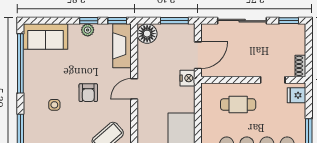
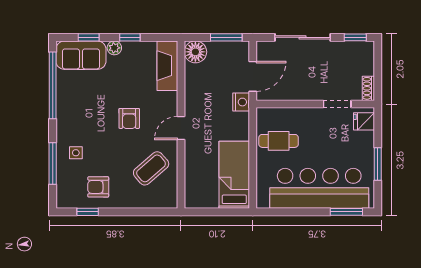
window: (117, 21) -> (89, 37), moved
plant: (88, 30) -> (114, 48), moved
door: (134, 89) -> (181, 128), moved
side table: (54, 105) -> (76, 153), moved
cafe table: (238, 105) -> (279, 141), moved

